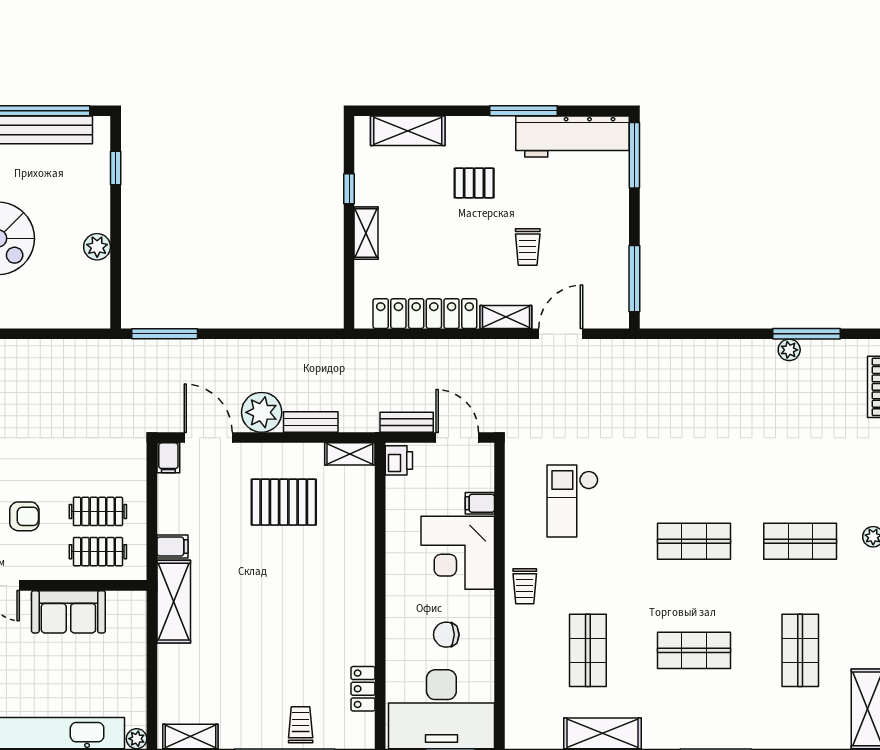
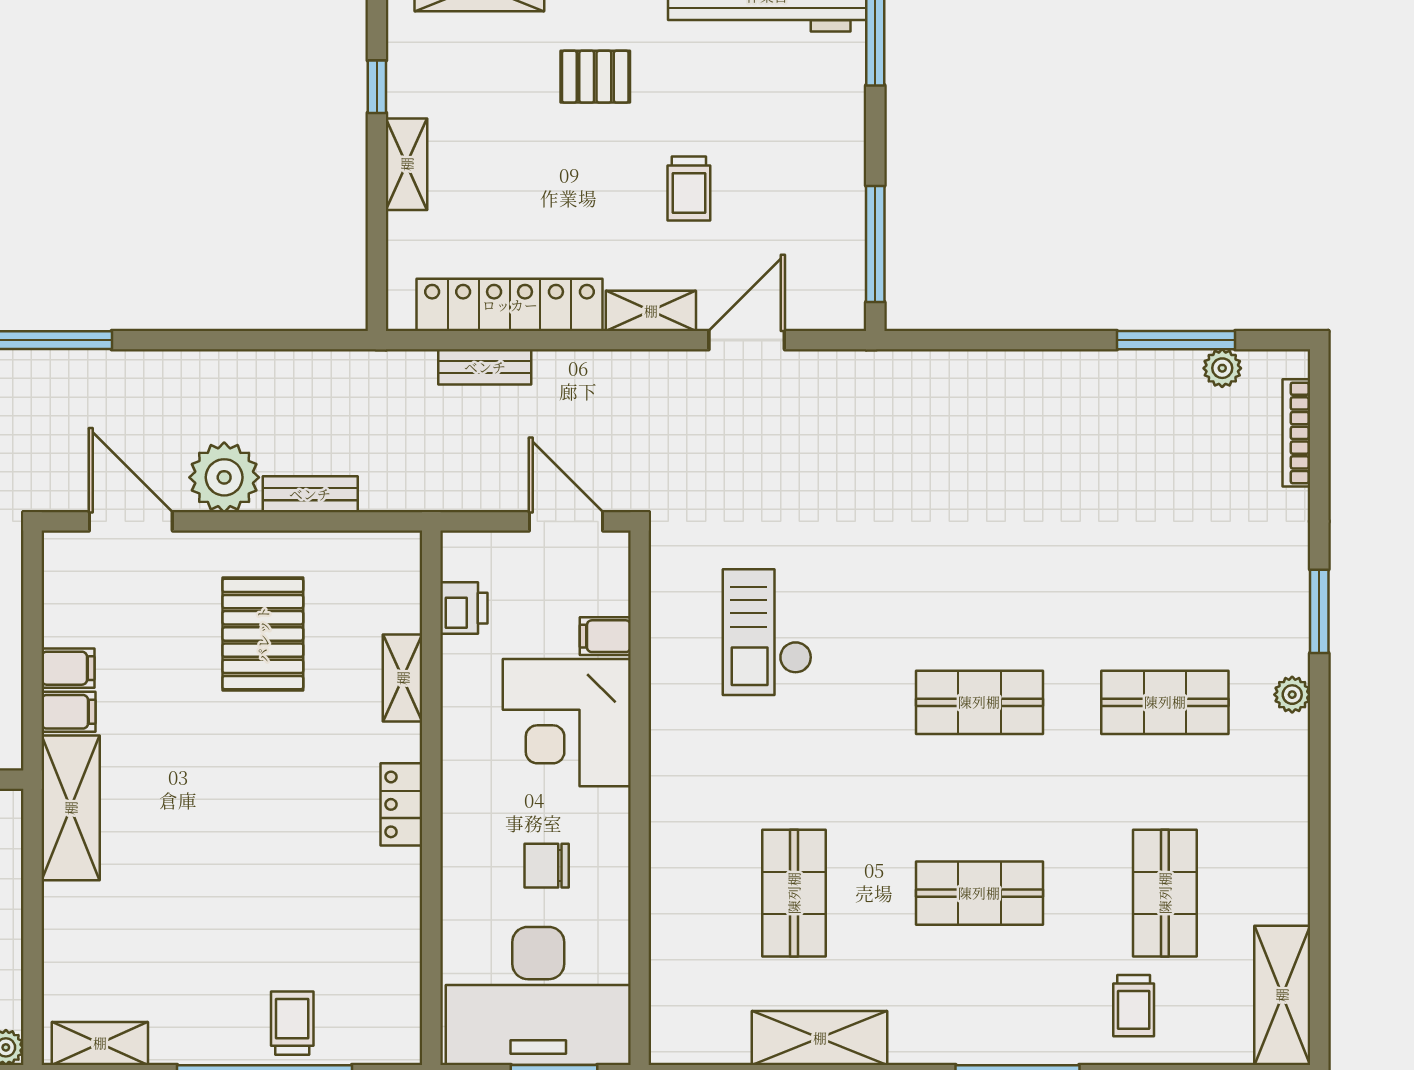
plant: (789, 350) -> (1222, 368), moved
bench: (407, 422) -> (485, 367), moved
shelving: (350, 454) -> (403, 678), moved, turned 90
filing cabinet: (168, 458) -> (68, 668), moved, turned -90
printer: (399, 460) -> (464, 608), moved
pallet: (284, 502) -> (263, 634), turned 90
trolley: (525, 586) -> (1134, 1006), moved
locker: (363, 689) -> (401, 804), moved

